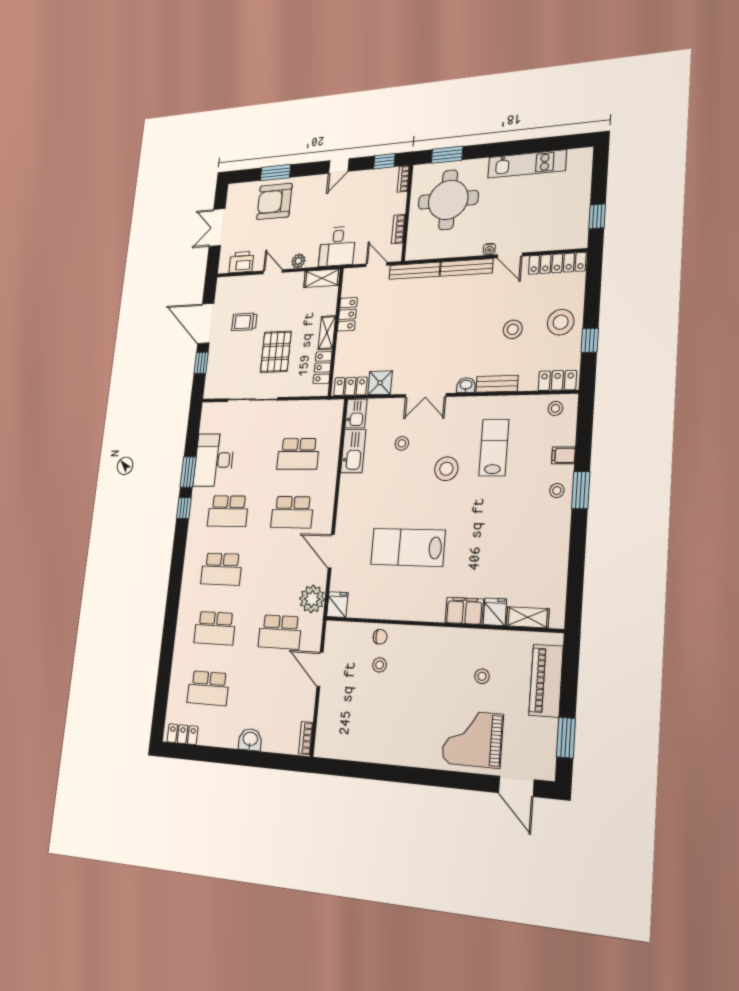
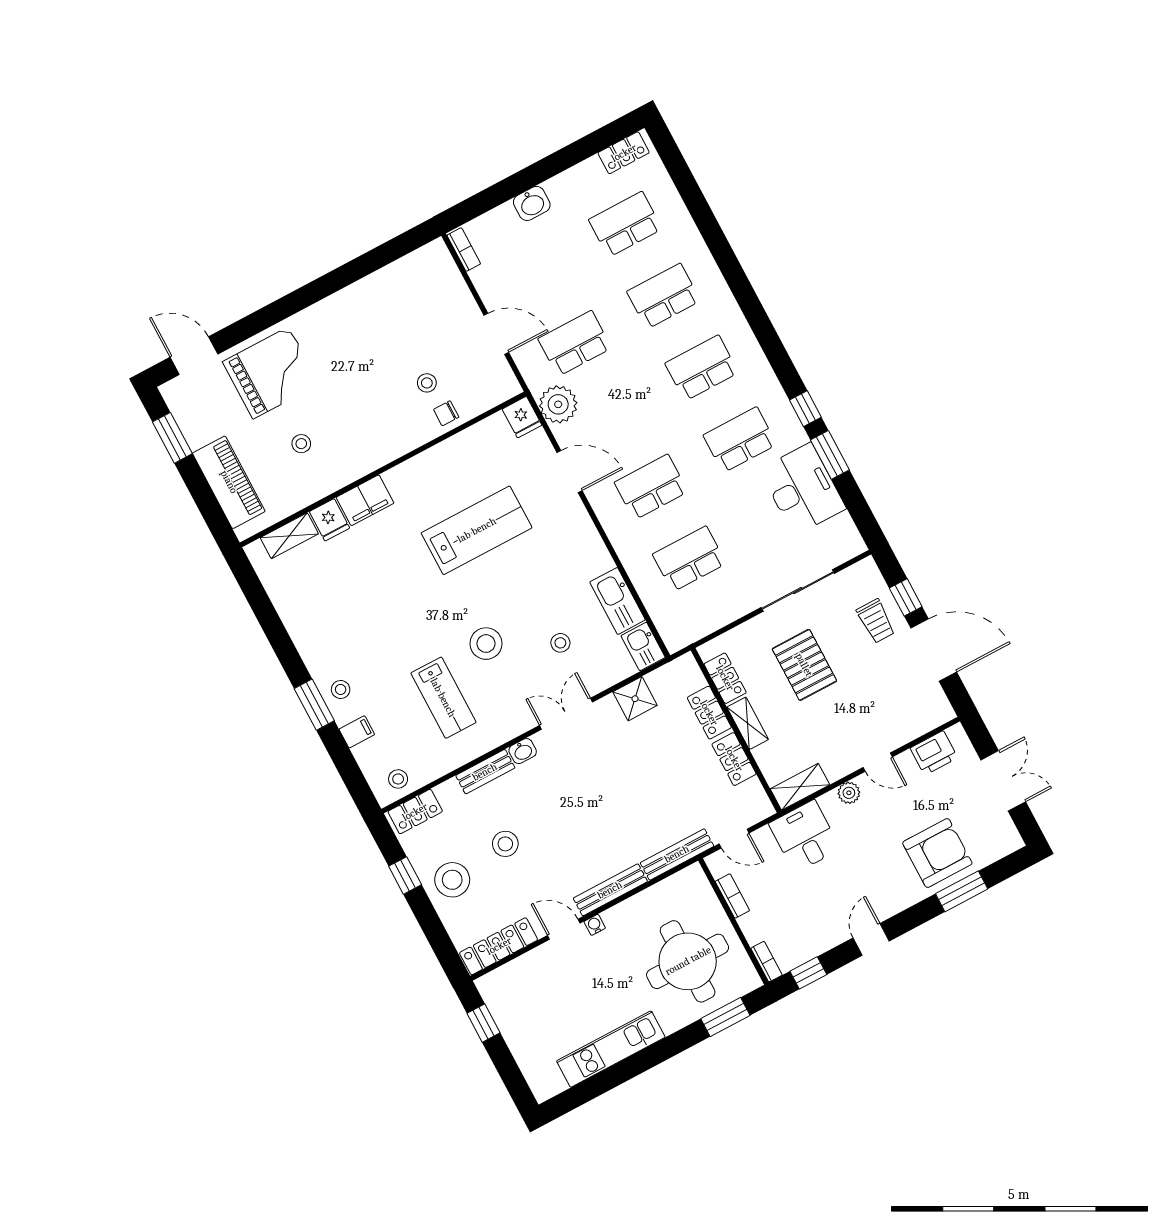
trolley: (244, 322) -> (876, 621), moved, turned 90
locker: (350, 386) -> (709, 713), moved, turned 90

